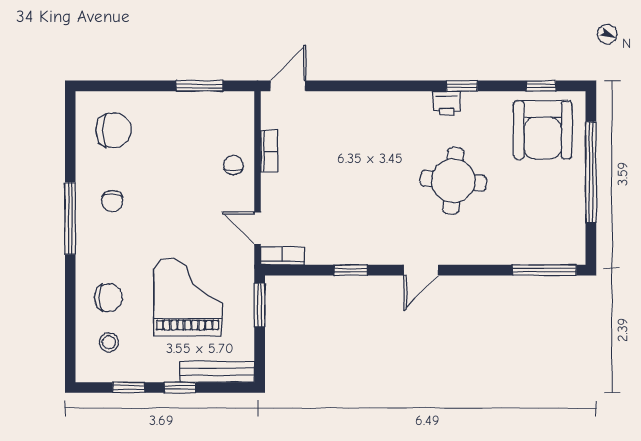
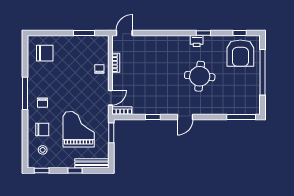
chair: (112, 201) -> (42, 103), moved
door: (258, 228) -> (110, 98), swing flipped
window: (129, 387) -> (42, 170), moved

